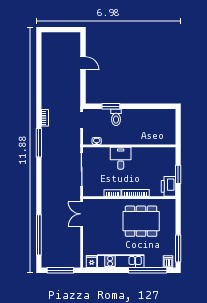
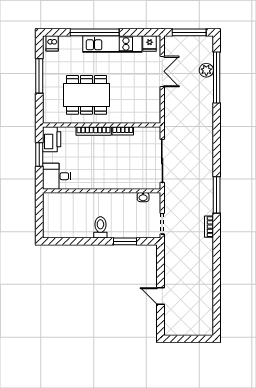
toilet: (116, 117) -> (100, 227), moved
desk: (121, 158) -> (57, 176), moved, turned 90
double door: (82, 214) -> (162, 71), moved
plant: (47, 241) -> (206, 70), added
window: (178, 249) -> (39, 76), moved
window: (148, 270) -> (95, 32), moved

